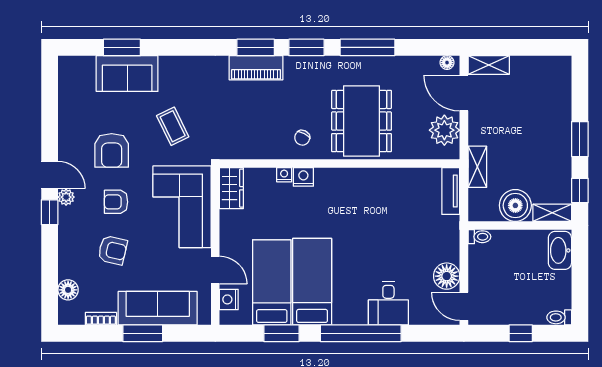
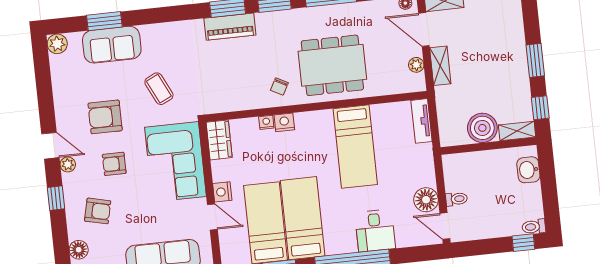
plant: (69, 66) -> (57, 44), added
dining table: (362, 121) -> (332, 65), turned 90
plant: (444, 130) -> (416, 65), width x0.53, depth x0.53
armchair: (112, 150) -> (105, 117), turned 90
shelving: (477, 167) -> (440, 66), moved
bed: (377, 211) -> (355, 147), added
window: (50, 212) -> (56, 198), moved
toilet: (479, 237) -> (456, 199), moved
armchair: (113, 250) -> (98, 211), moved
washbasin: (560, 250) -> (528, 170), width x0.72
nightstand: (229, 299) -> (222, 192), moved
window: (521, 333) -> (523, 243), moved

